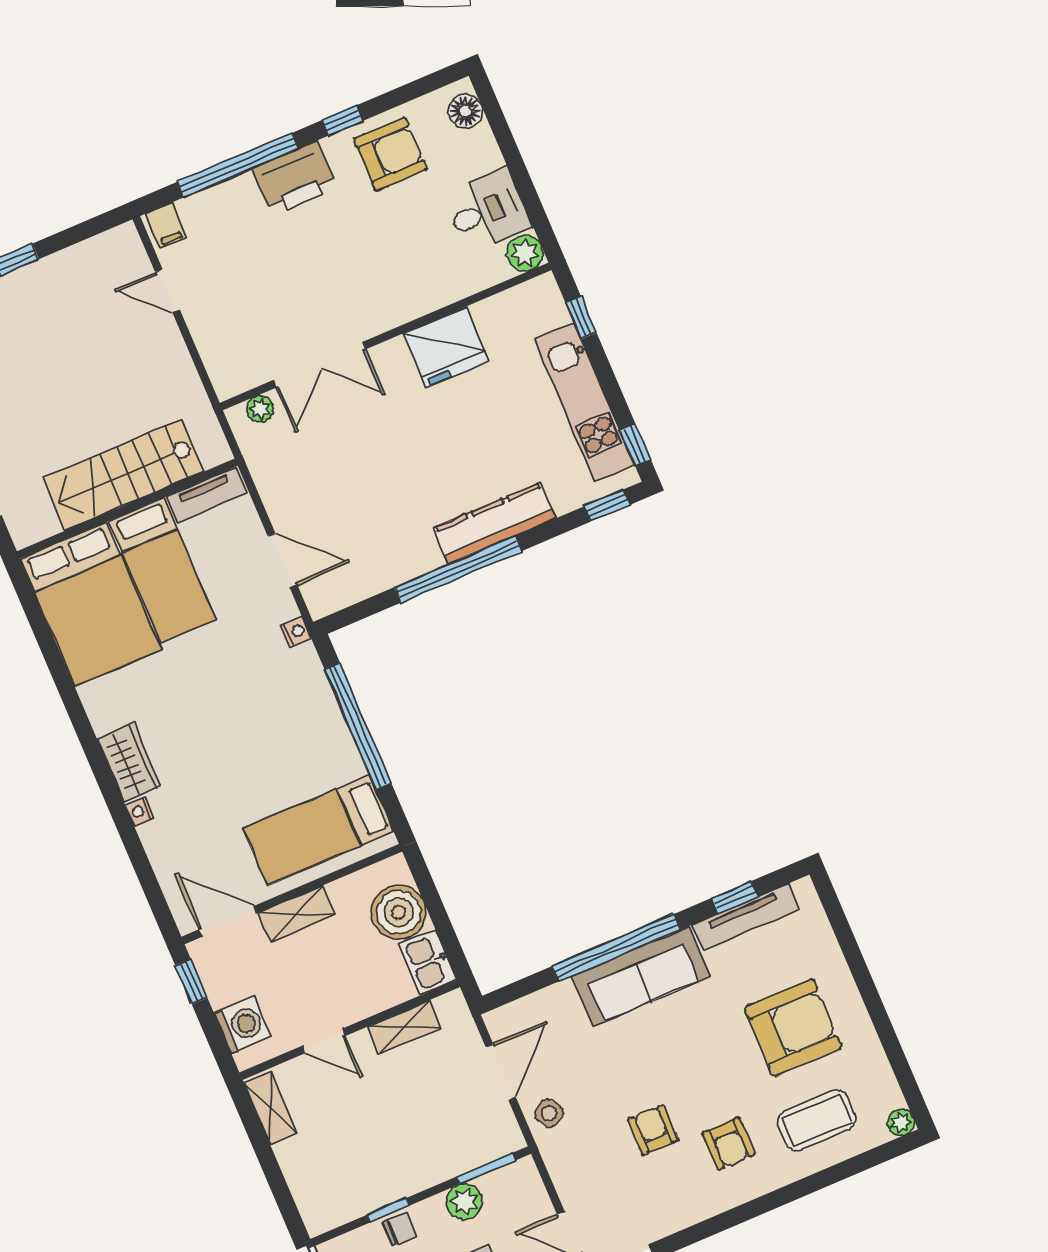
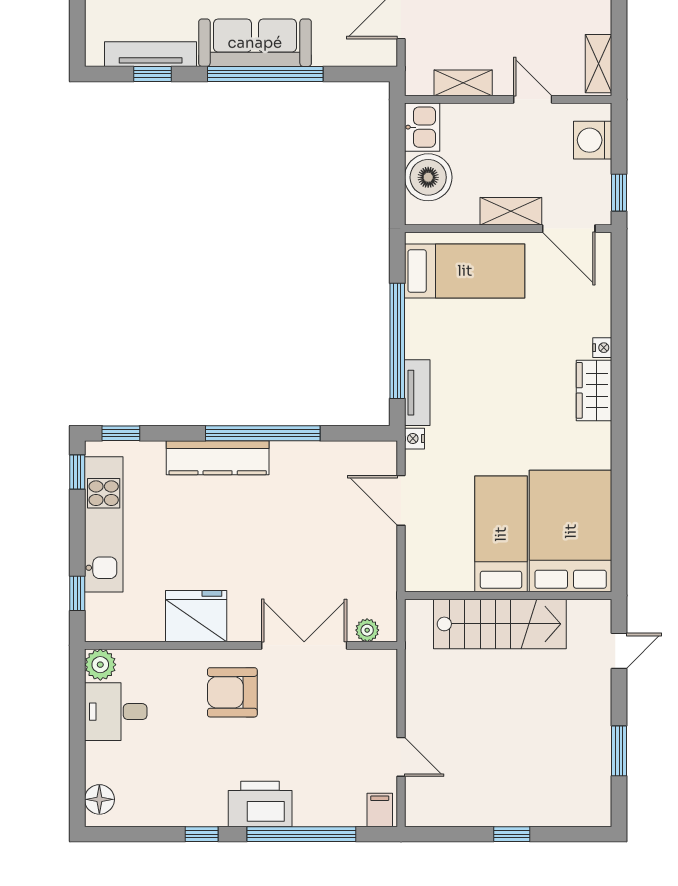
armchair: (390, 154) -> (232, 692), moved
tv unit: (207, 495) -> (417, 393), moved, turned 90

